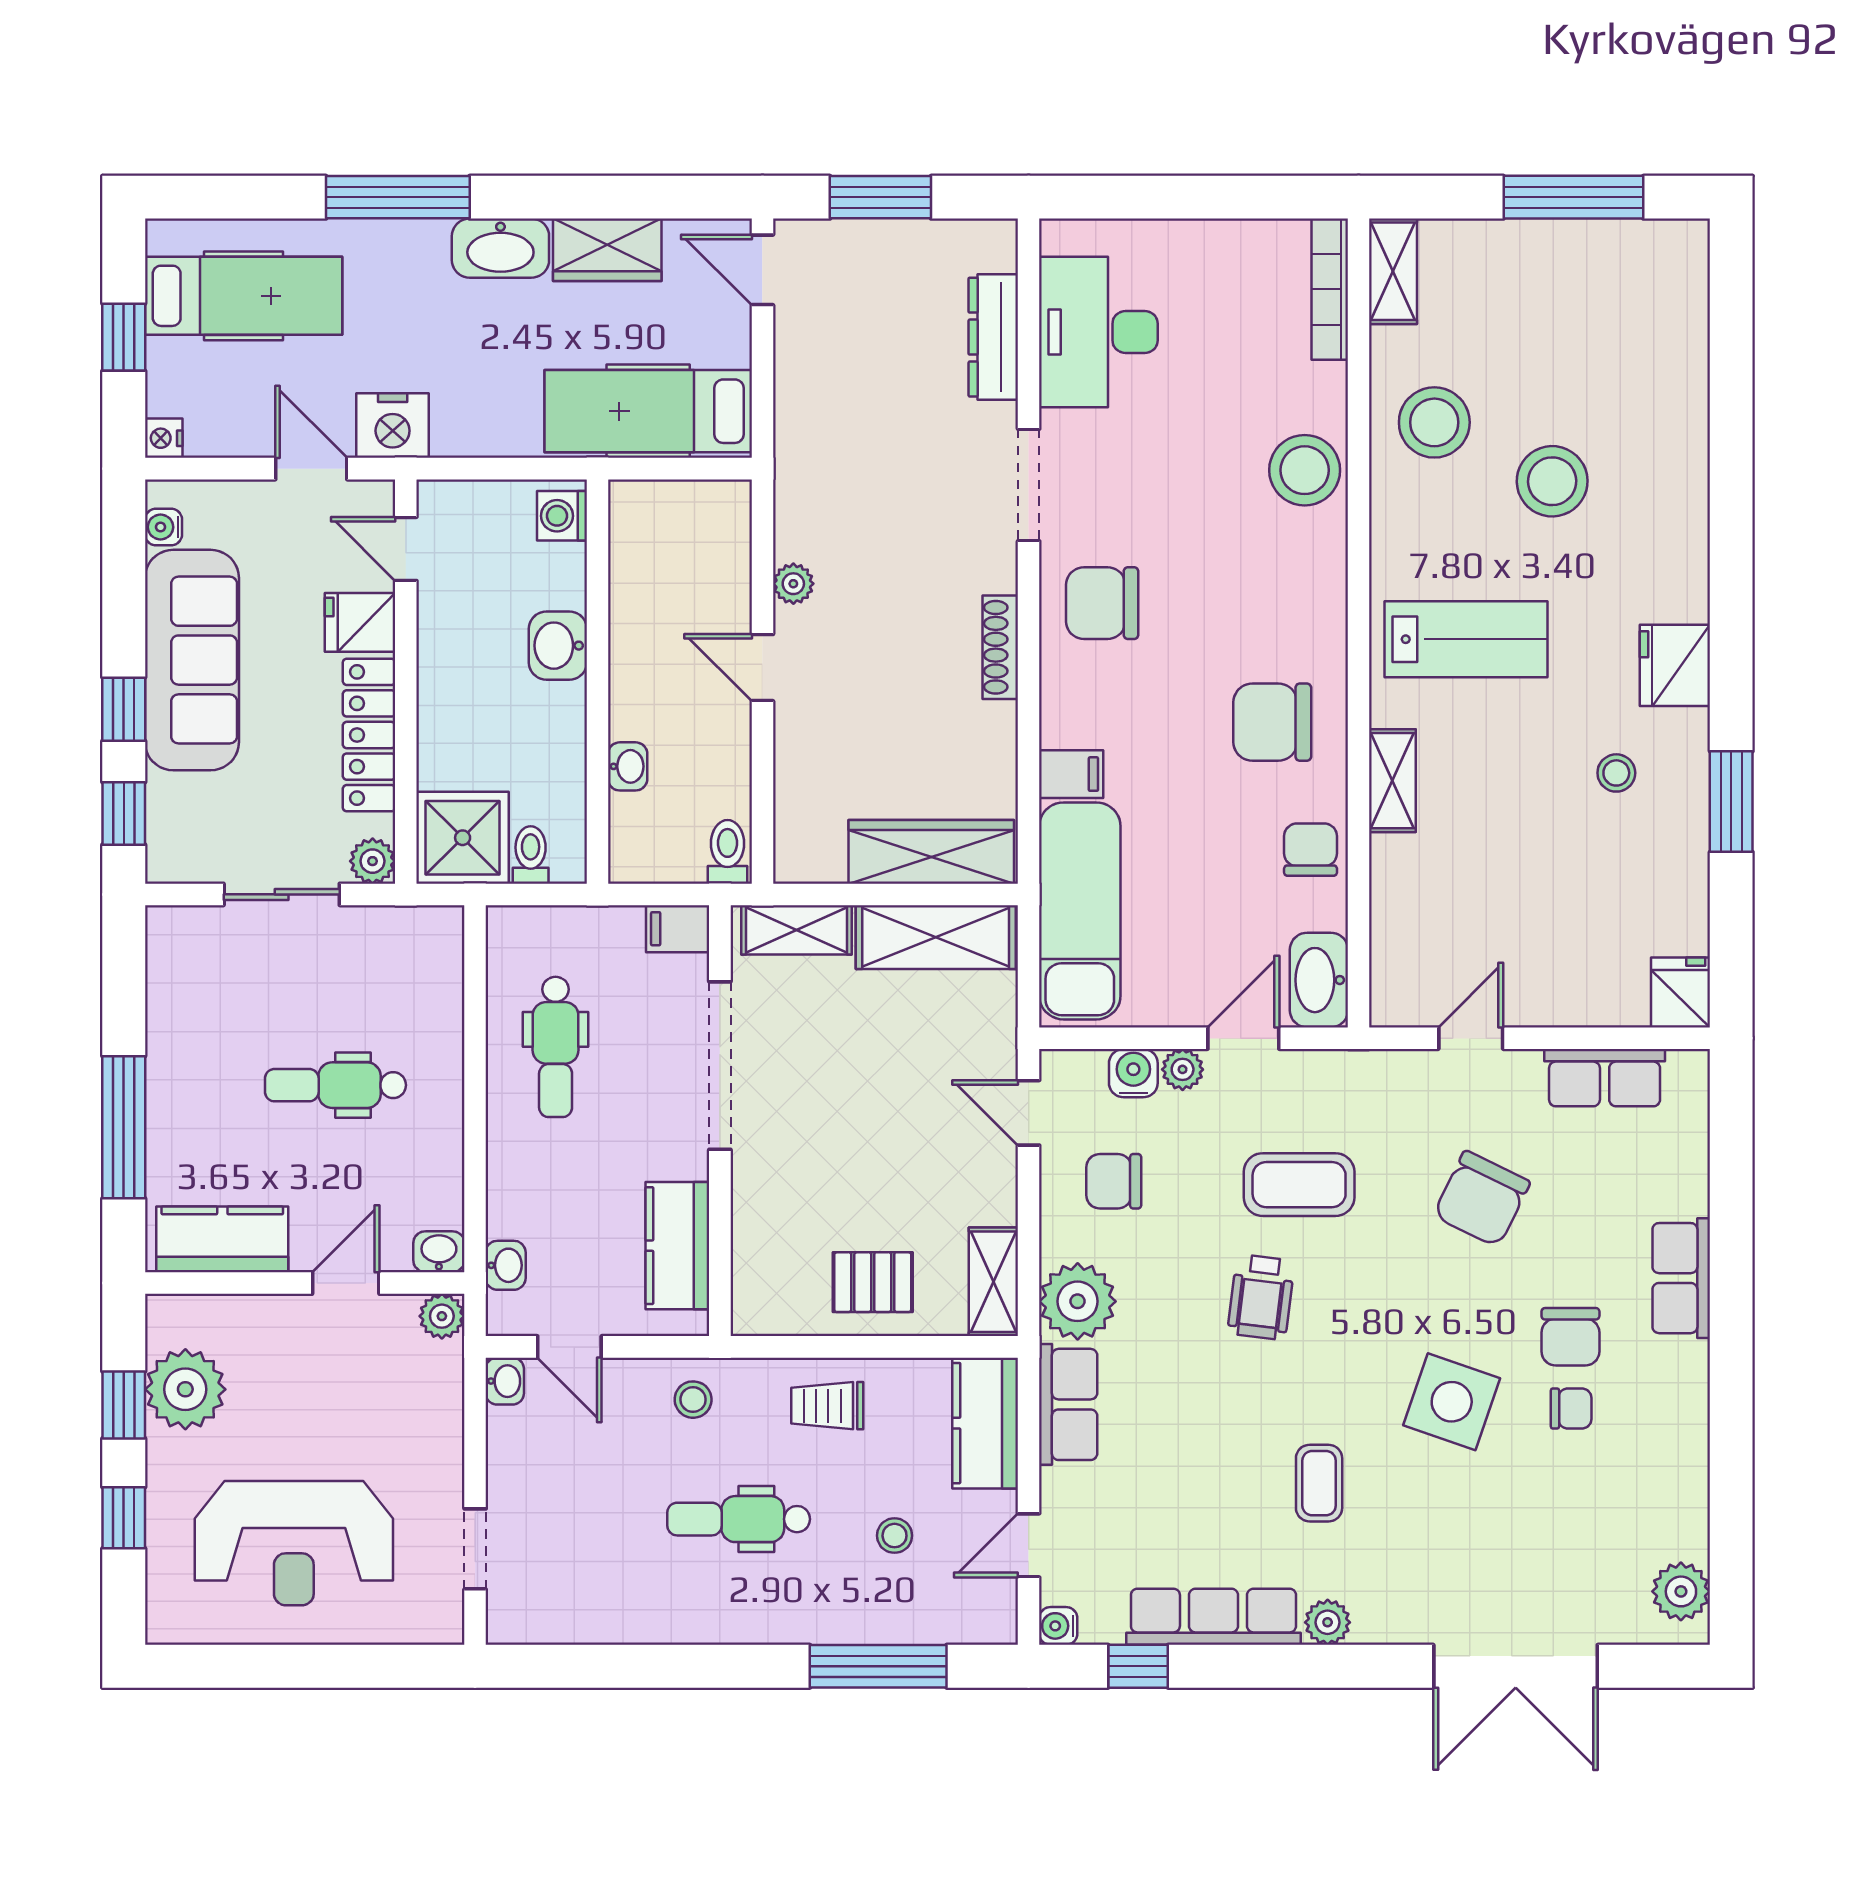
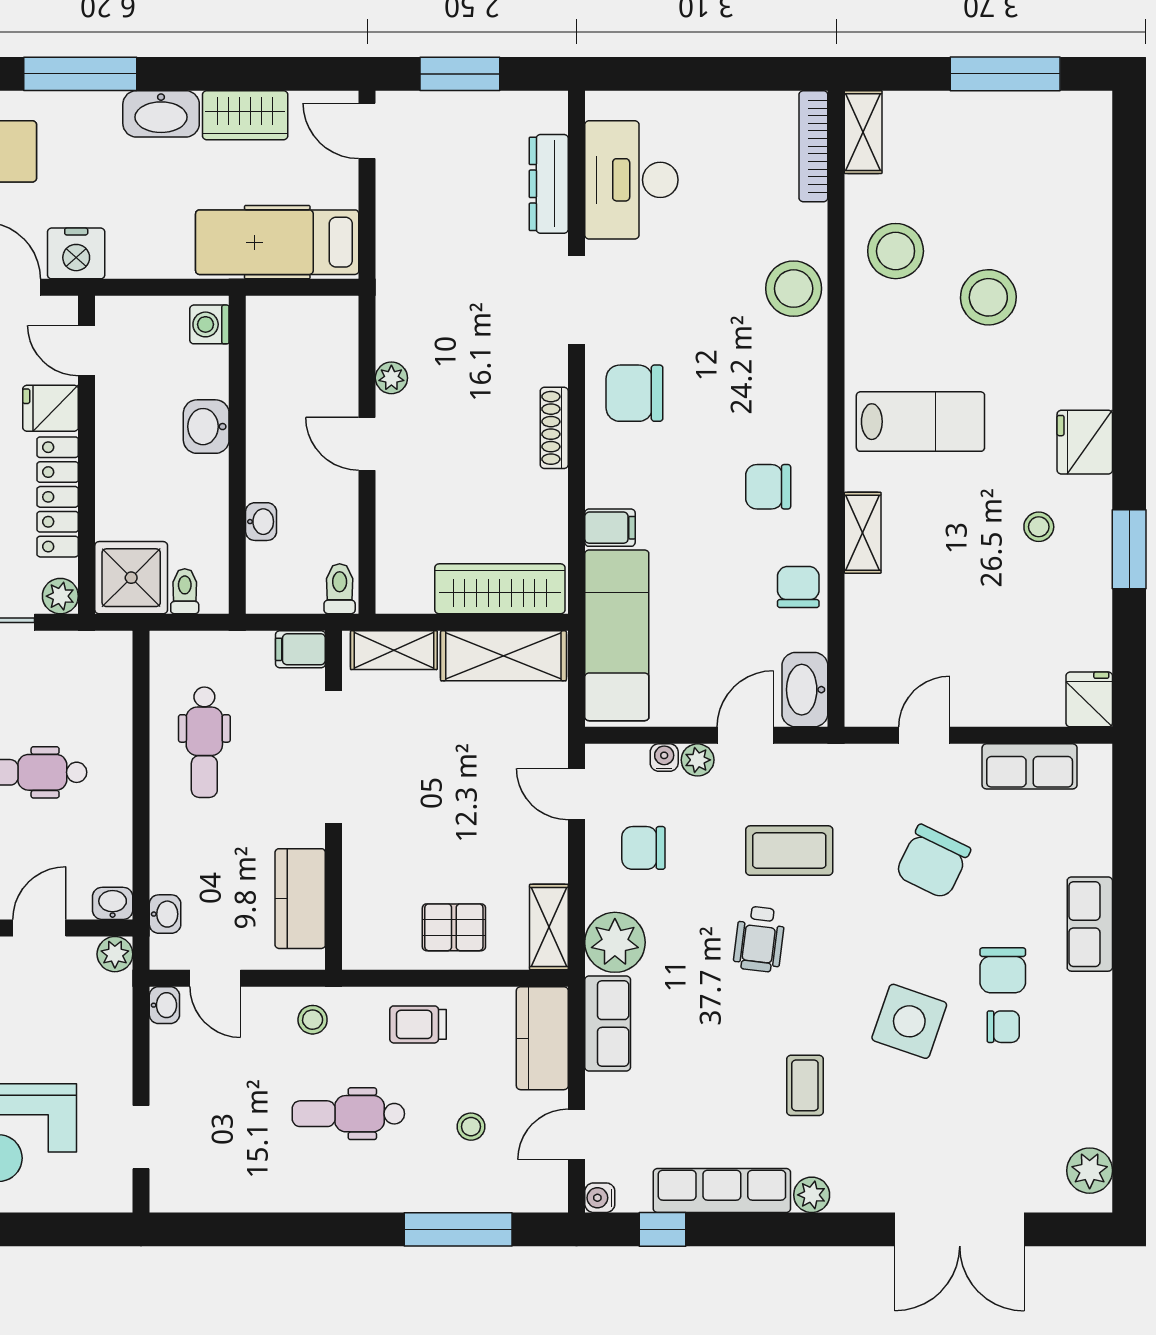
chair: (1272, 722) -> (768, 487), width x0.73, depth x0.73
water cooler: (1133, 1073) -> (664, 758), width x0.72, depth x0.72

